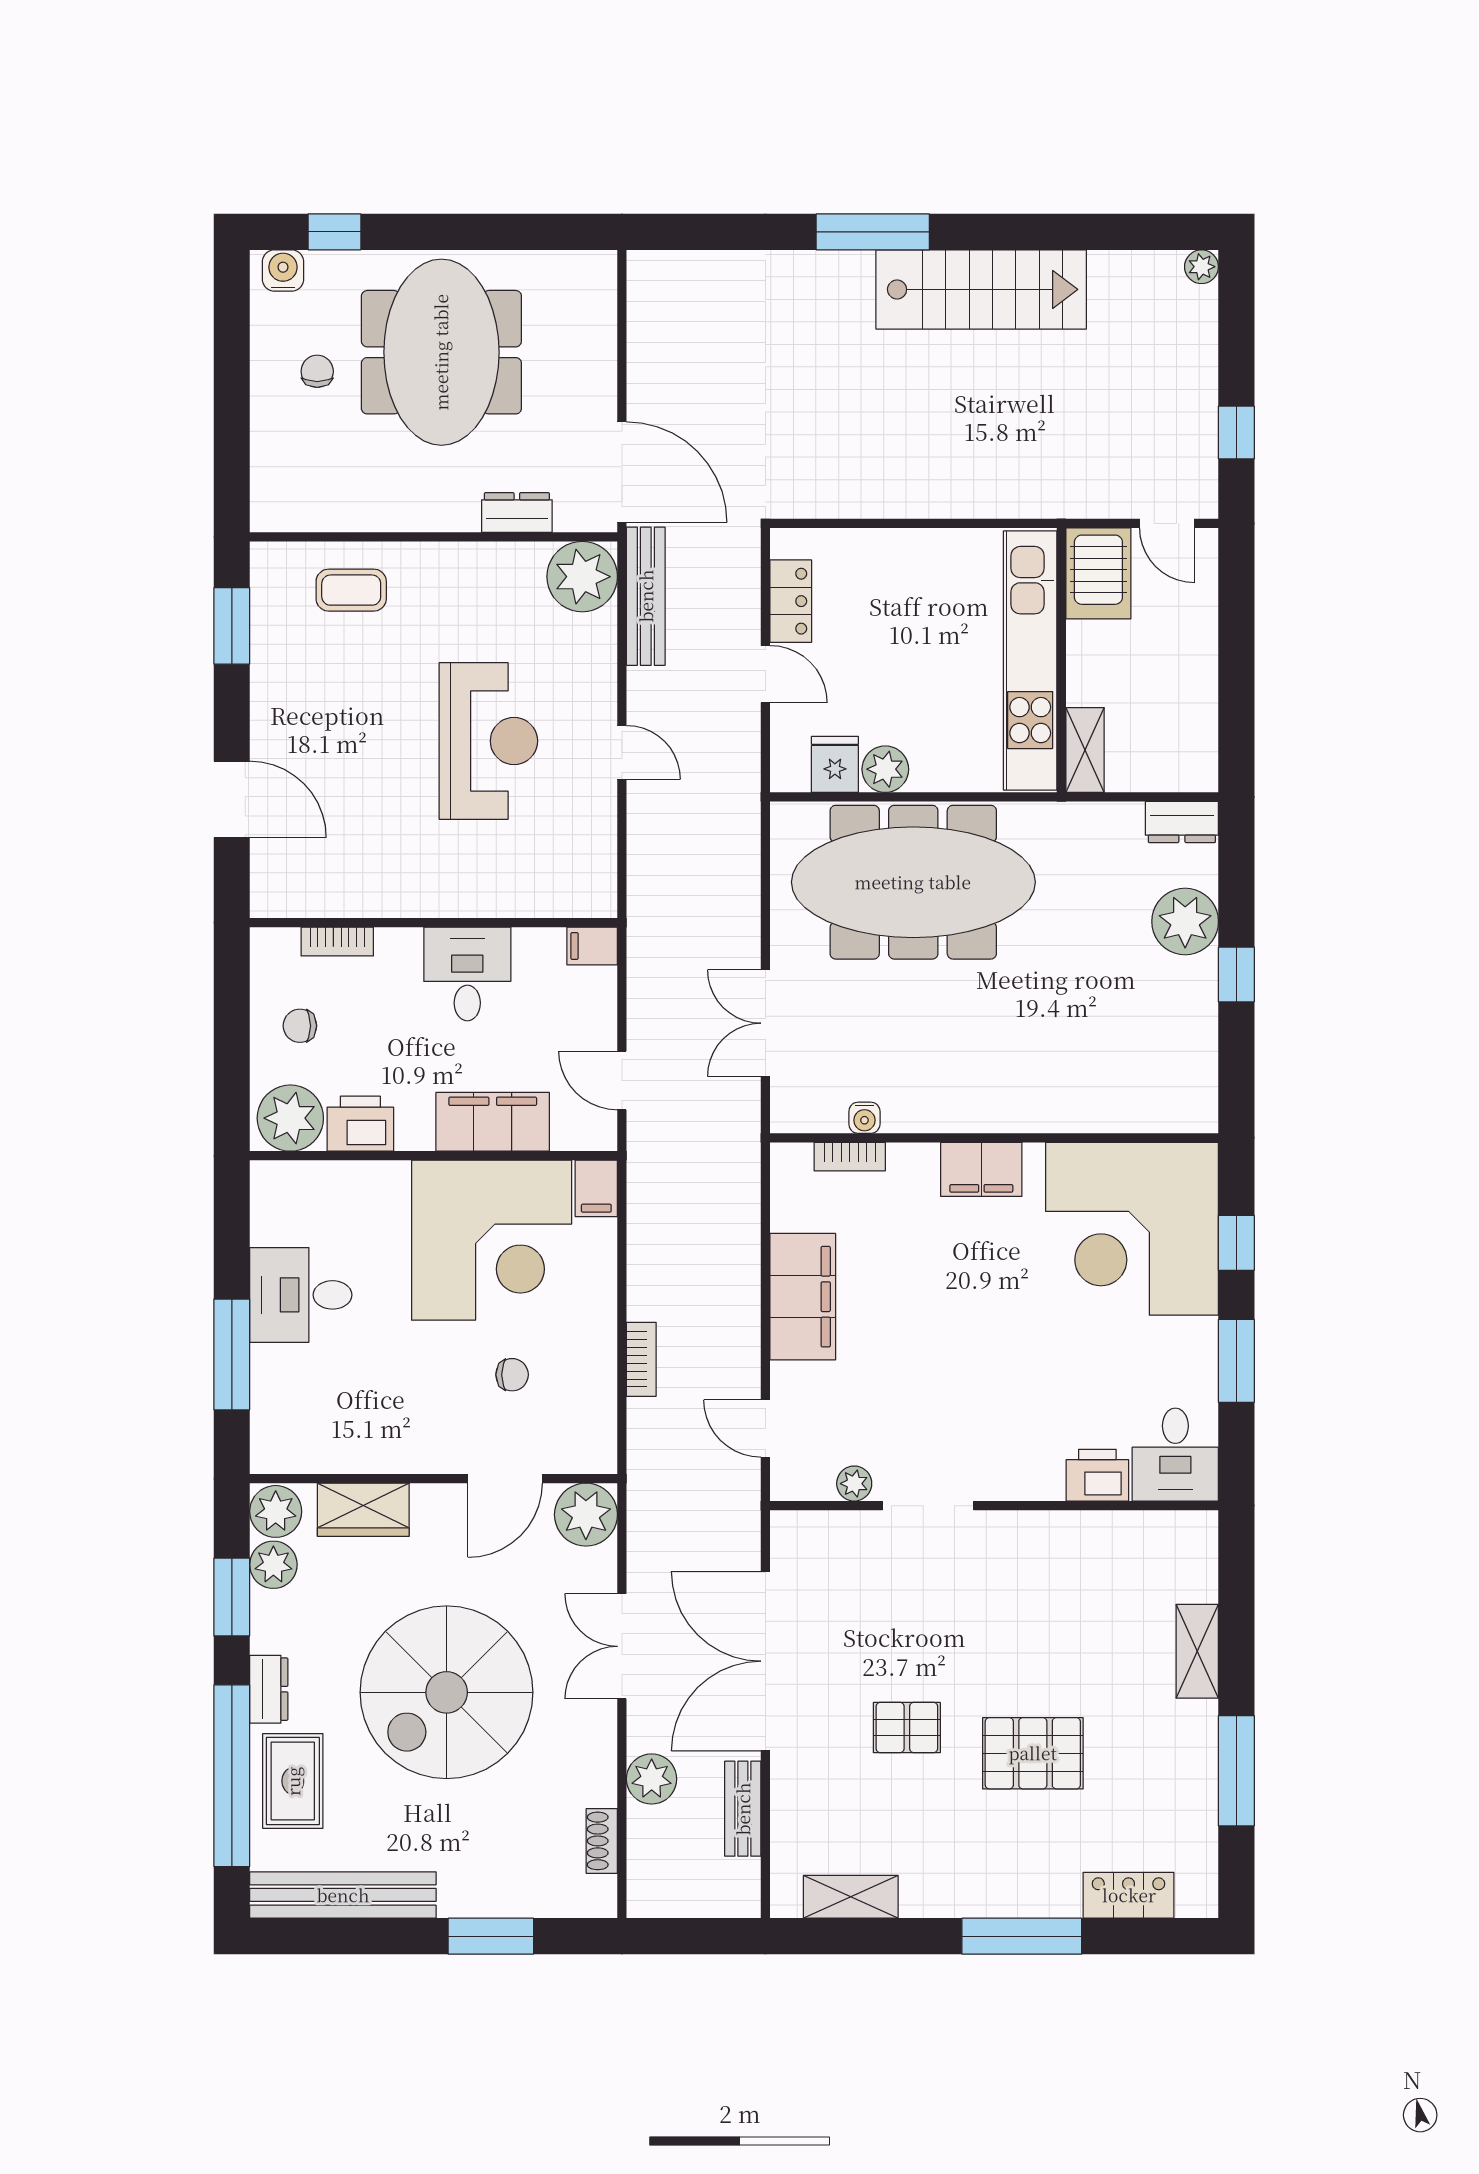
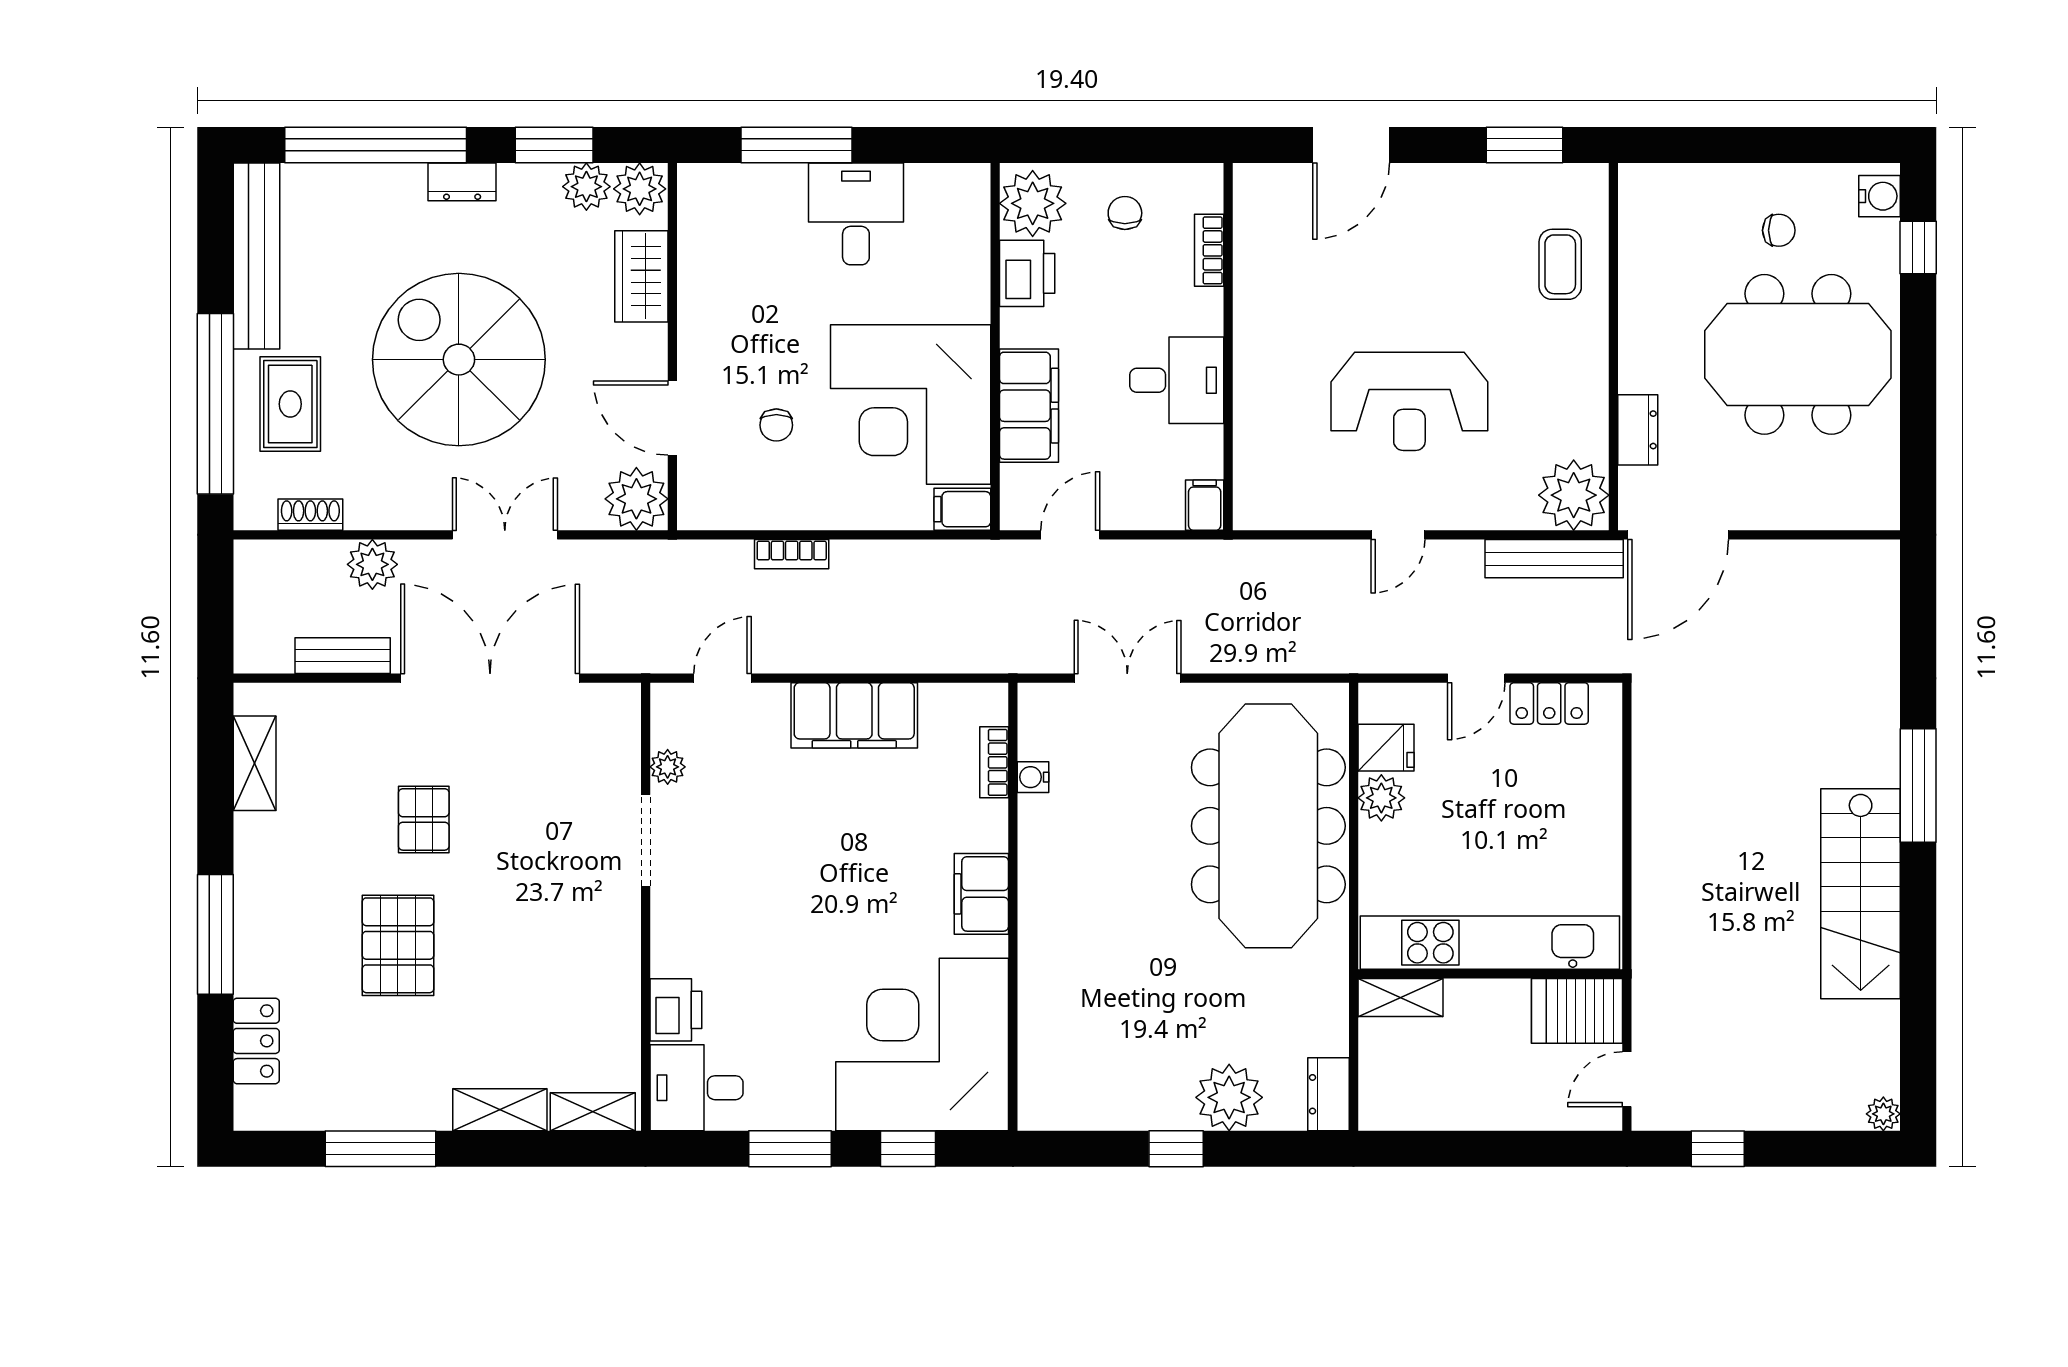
shelving: (1199, 1558) -> (593, 1112), added
rug: (293, 1781) -> (290, 404), moved, turned 90
window: (491, 1936) -> (215, 404), width x2.11

